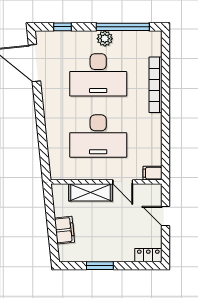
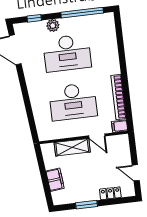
plant: (105, 39) -> (53, 25), moved
bookcase: (155, 85) -> (119, 97), moved
door: (166, 216) -> (136, 173), moved
locker: (148, 255) -> (110, 193), moved

